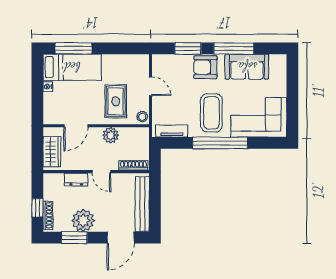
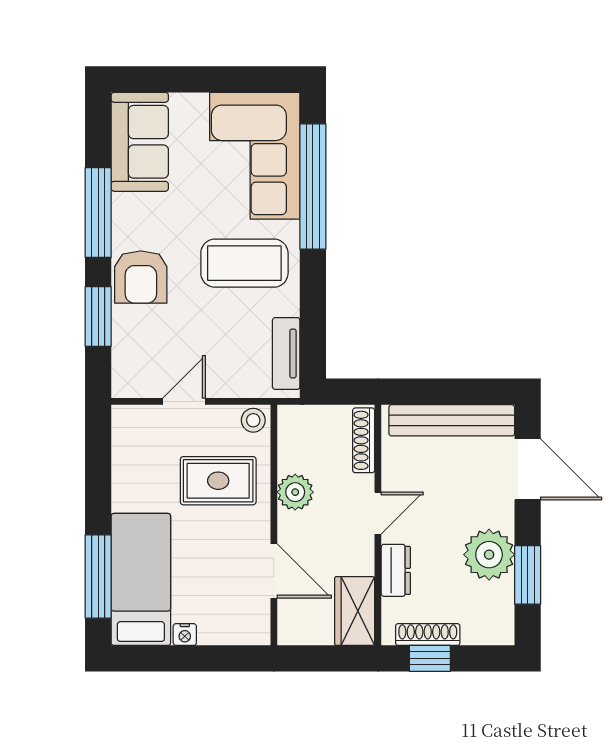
sofa: (247, 67) -> (140, 142), moved
window: (220, 143) -> (313, 186), moved
wardrobe: (52, 152) -> (355, 611), moved, turned -90
window: (37, 208) -> (430, 658), moved
shoe rack: (48, 215) -> (428, 634), moved

